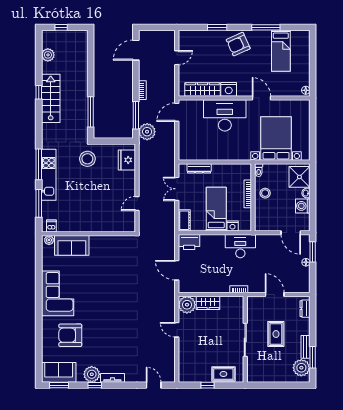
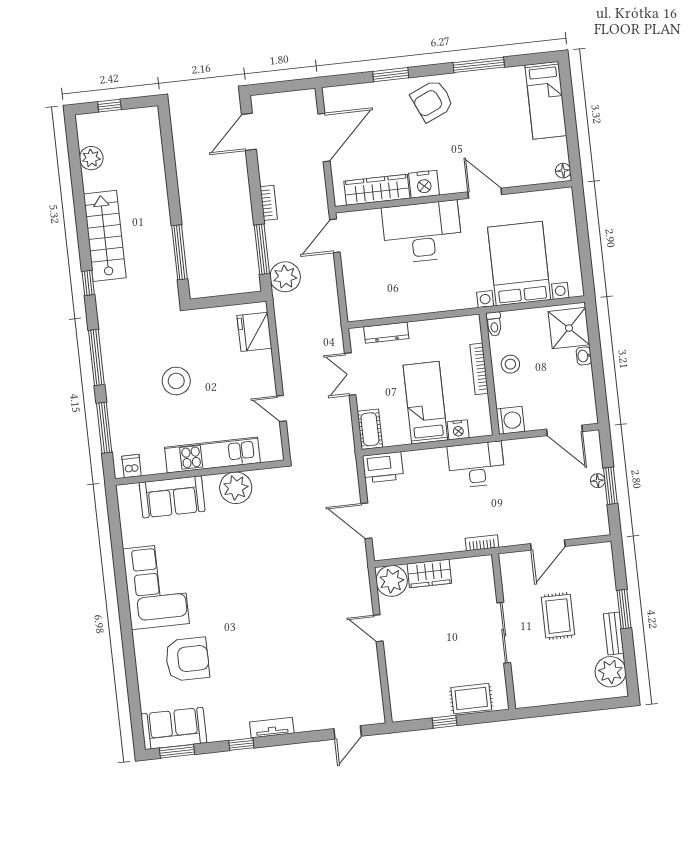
bed: (281, 51) -> (546, 100), moved
door: (177, 58) -> (324, 138), width x1.88
window: (39, 92) -> (88, 283), moved
stool: (87, 159) -> (176, 381), moved
kitchen unit: (49, 175) -> (212, 455), moved, turned -90
door: (137, 204) -> (281, 408), hinge flipped
washing machine: (303, 206) -> (510, 420), moved, turned 180
plant: (49, 240) -> (236, 488), moved, width x1.88, depth x1.88
window: (313, 252) -> (610, 486), moved
door: (275, 295) -> (548, 545), swing flipped
dresser: (305, 309) -> (605, 565), removed
armchair: (70, 335) -> (187, 659), turned 180
window: (313, 357) -> (624, 609), moved
plant: (92, 374) -> (234, 725), removed
door: (154, 385) -> (348, 732), swing flipped

